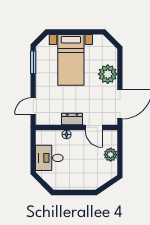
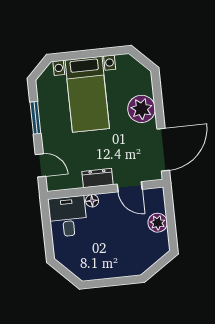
window: (33, 62) -> (35, 118), moved
door: (33, 106) -> (40, 165), swing flipped
desk: (49, 158) -> (68, 216), moved, turned 90

